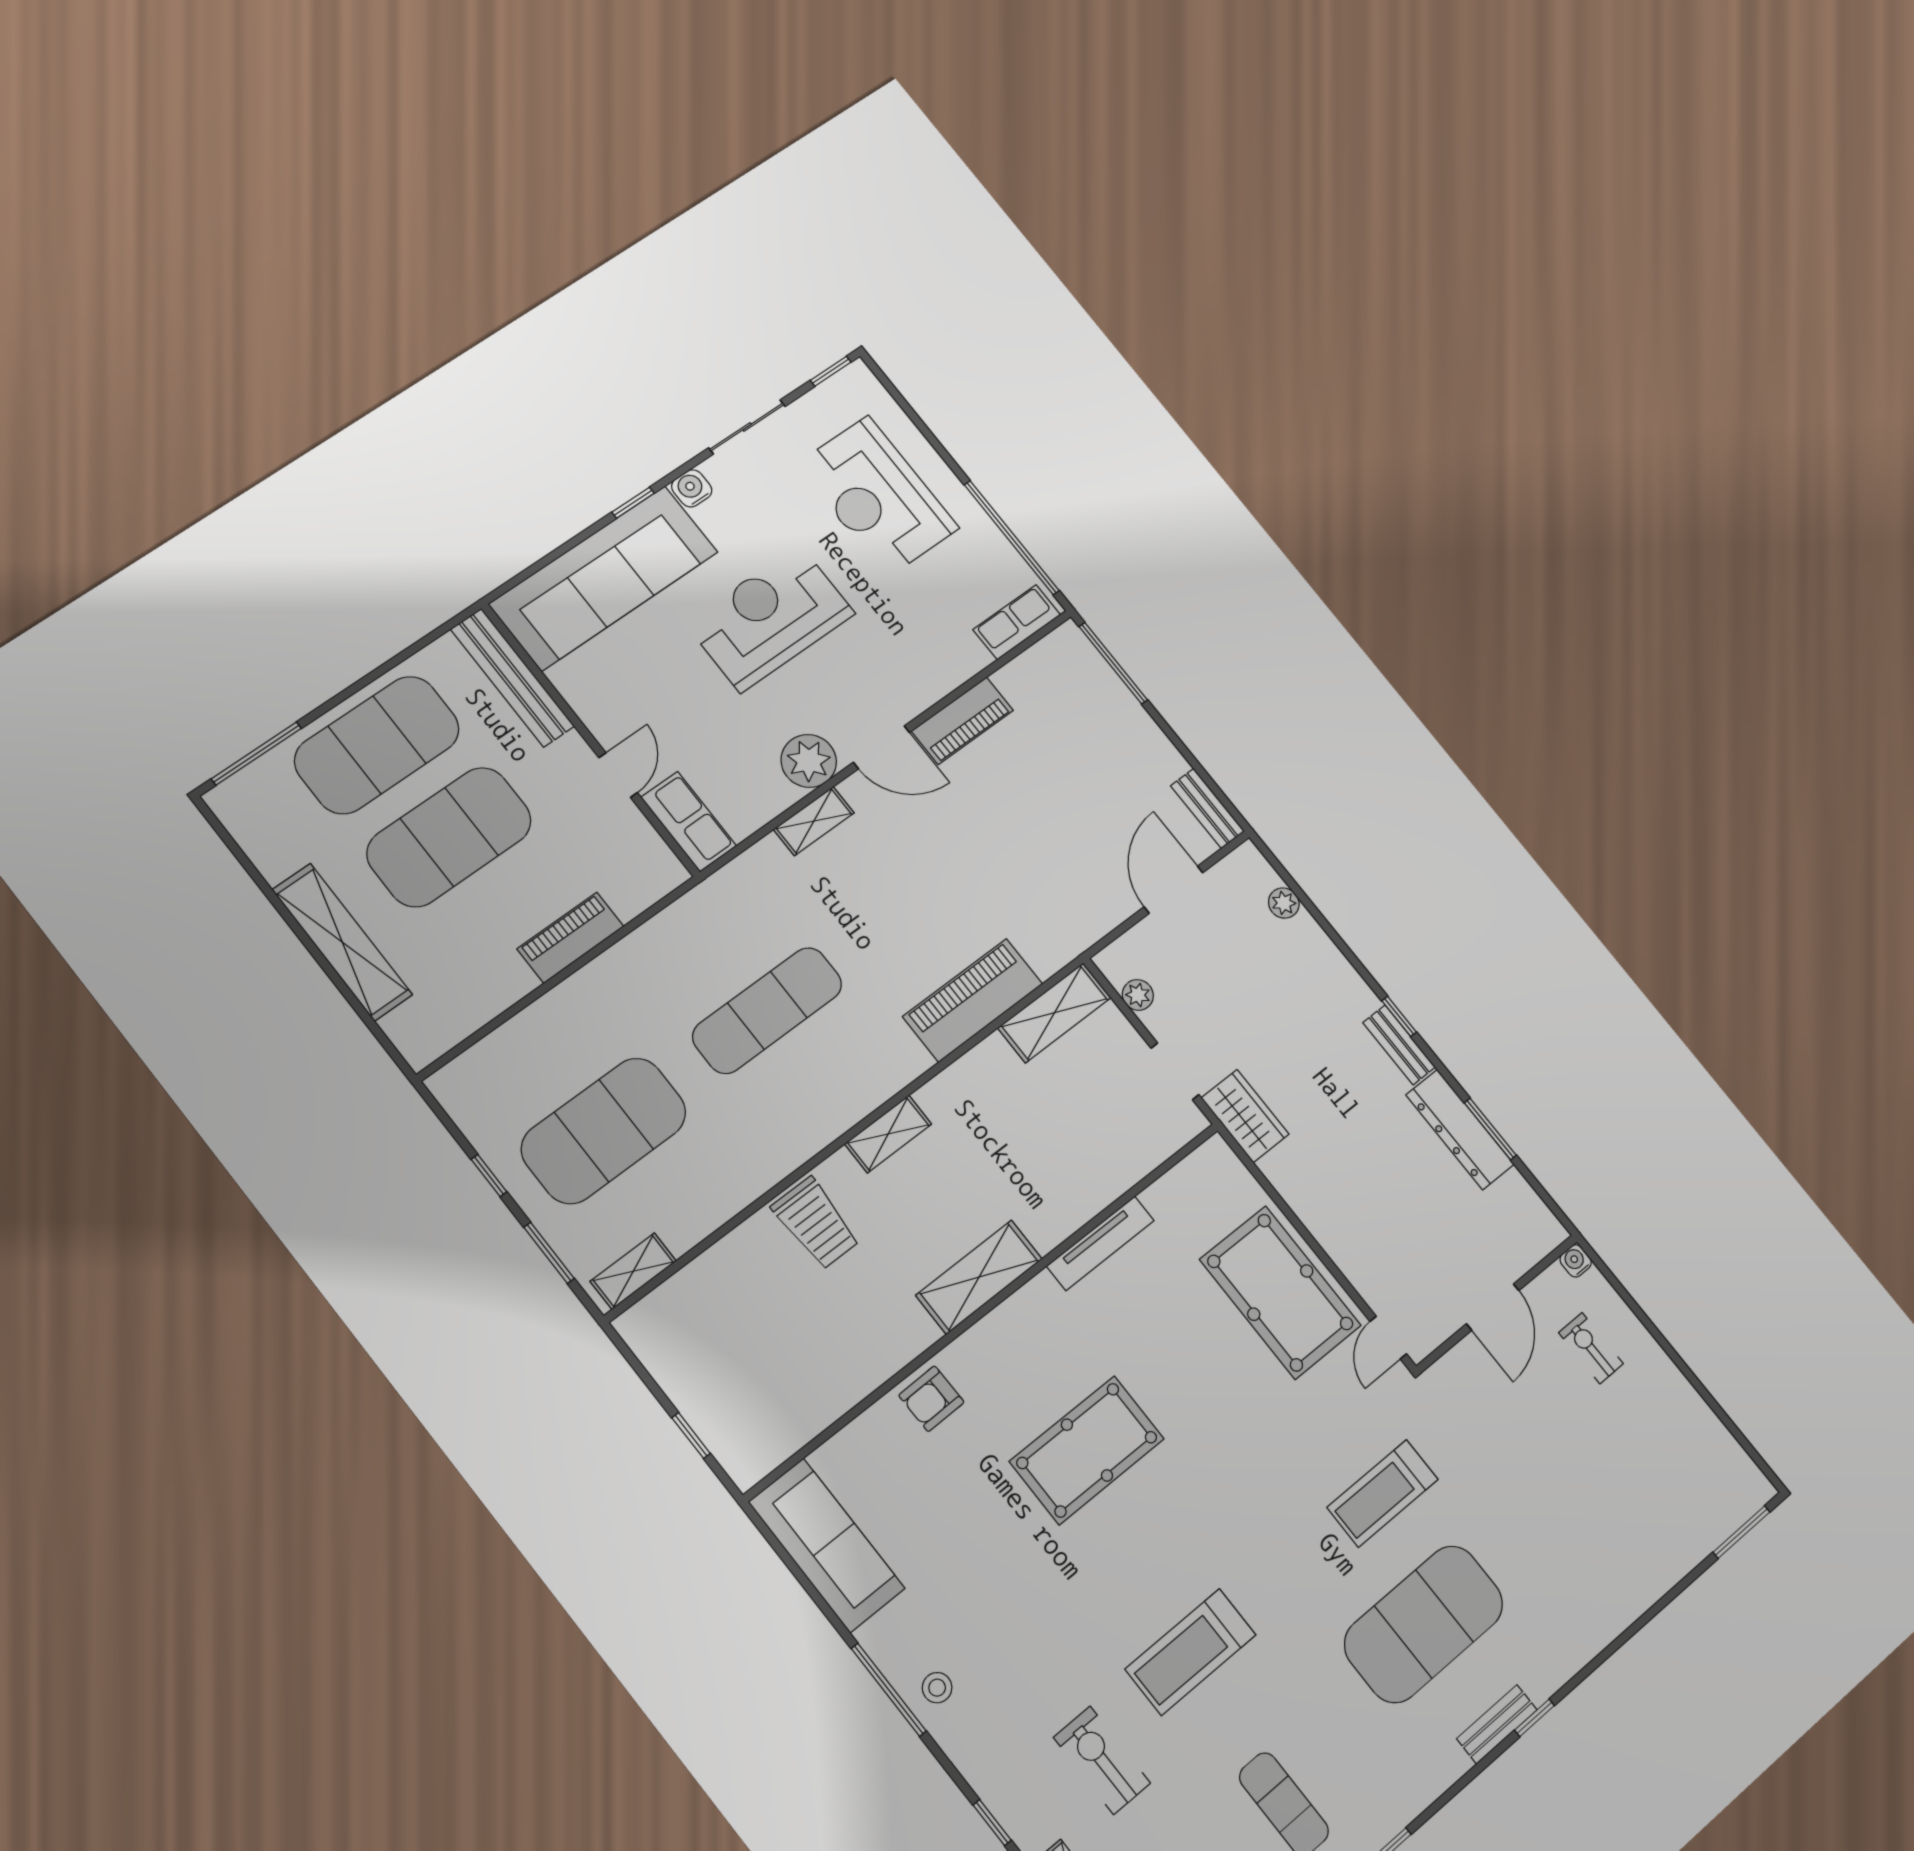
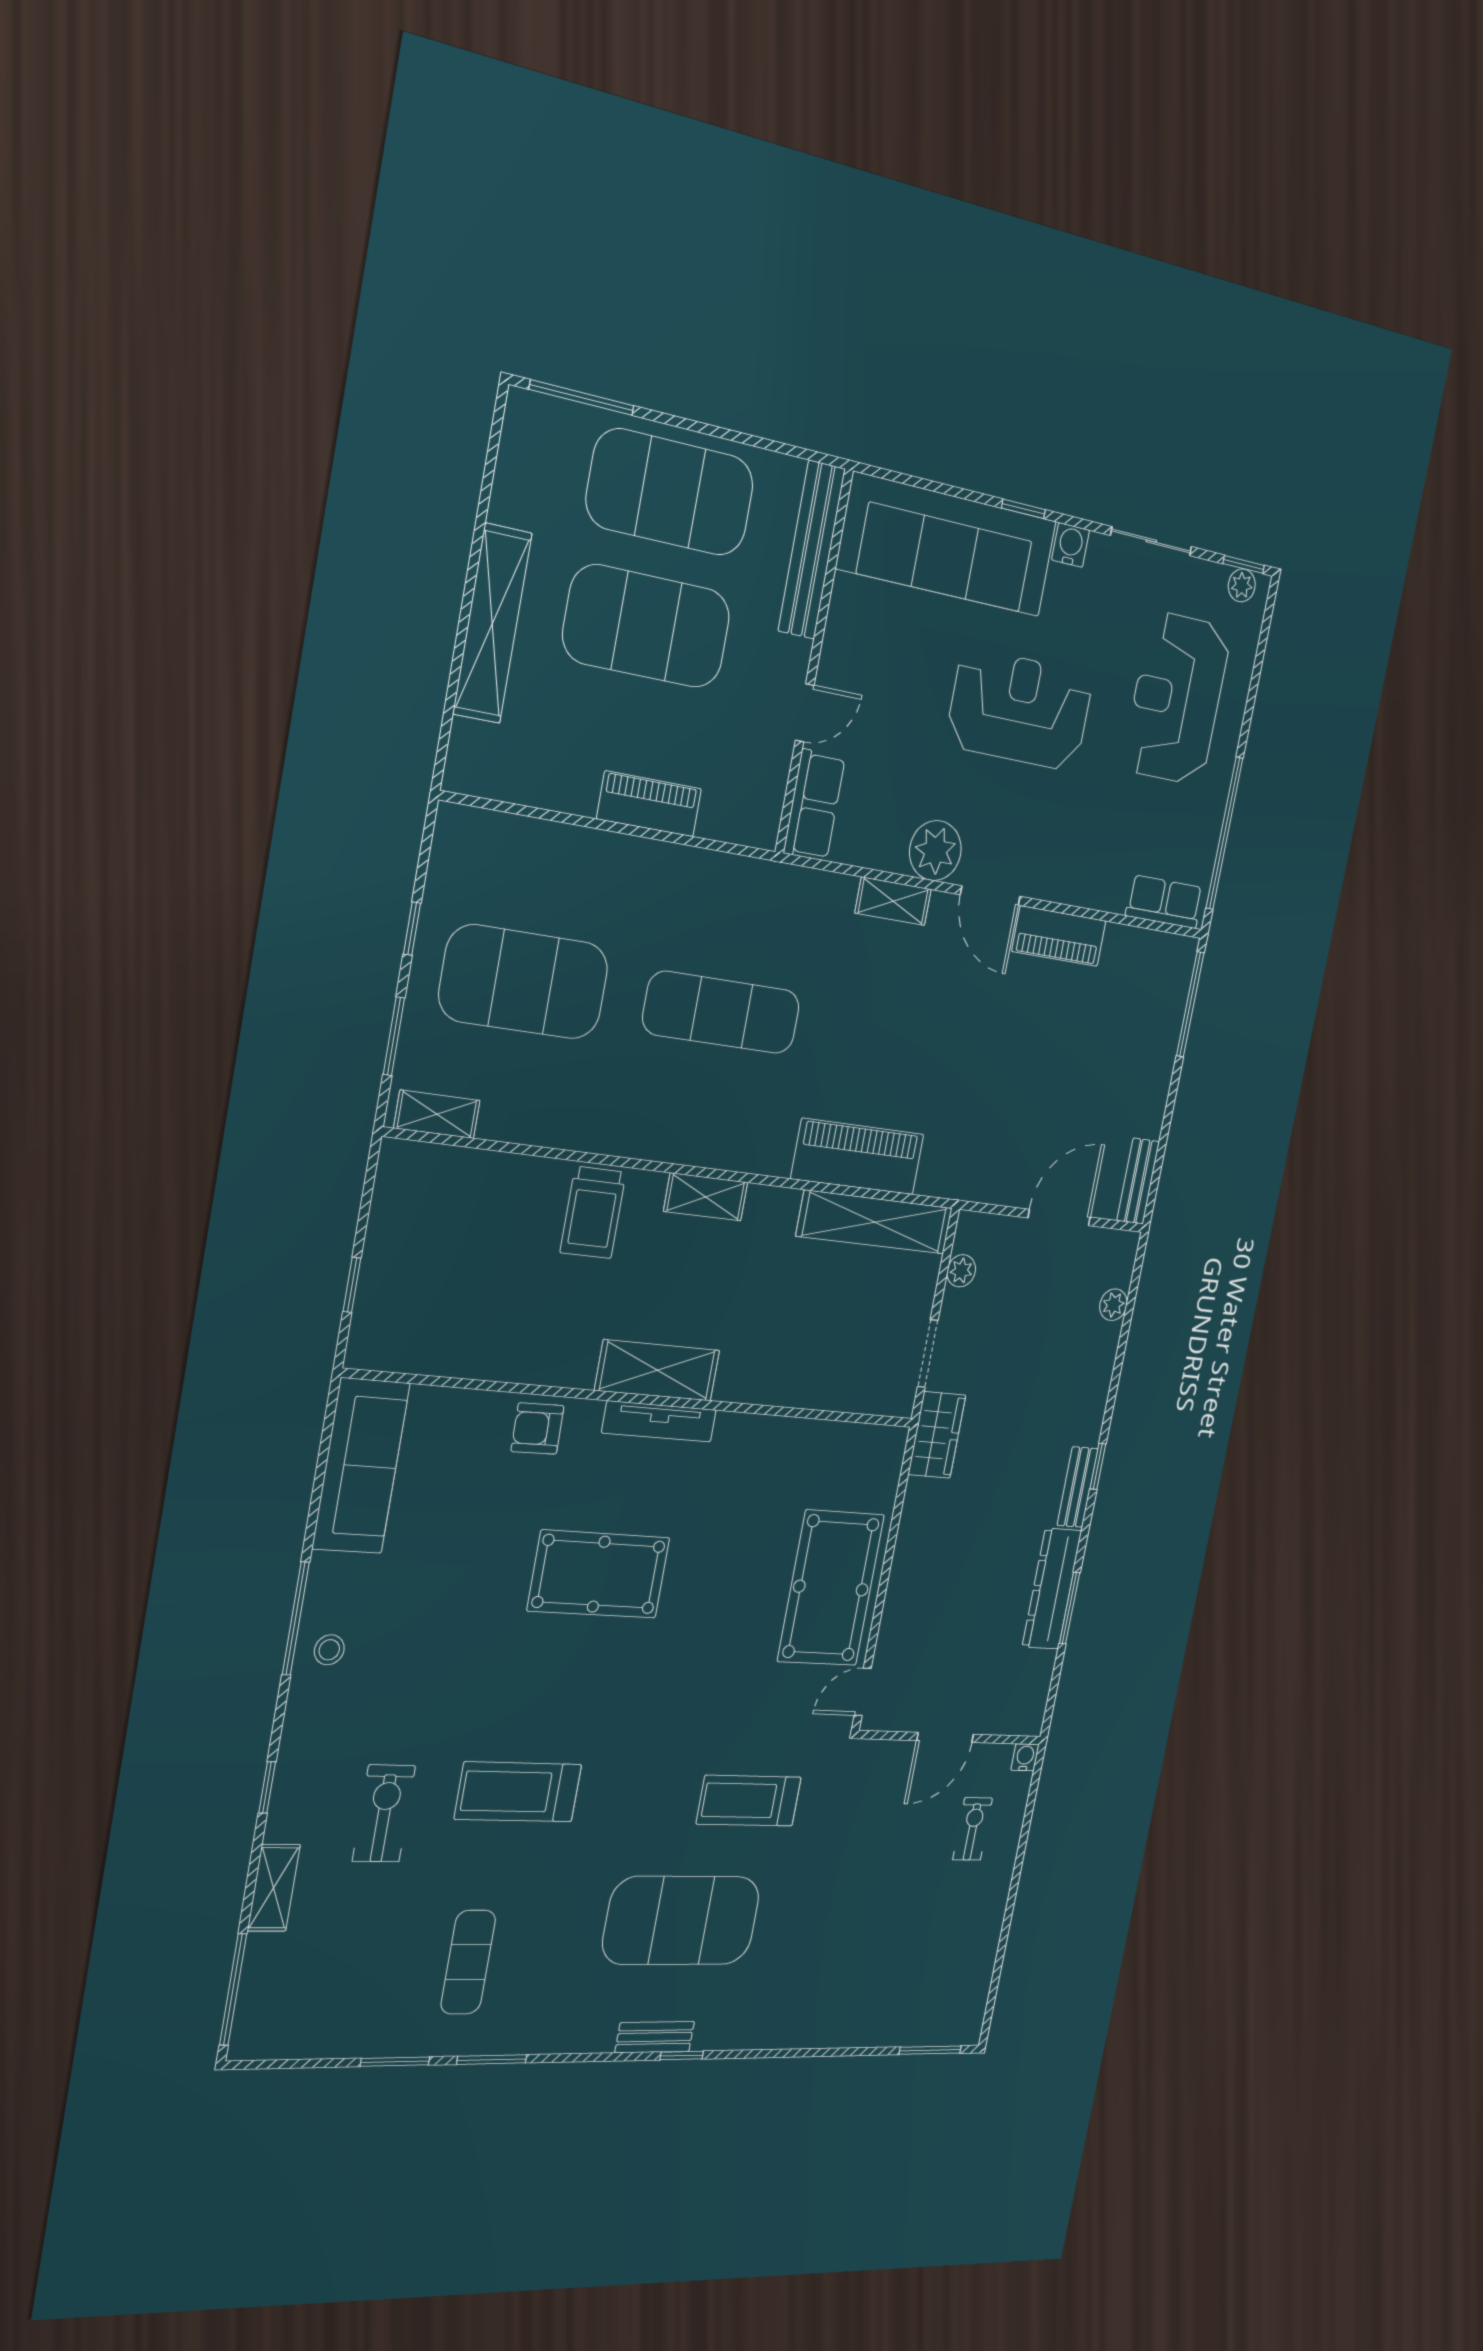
plant: (844, 384) -> (1242, 585), added
shelving: (1054, 1013) -> (875, 1222), width x1.47
tv unit: (1100, 1243) -> (659, 1421), moved

